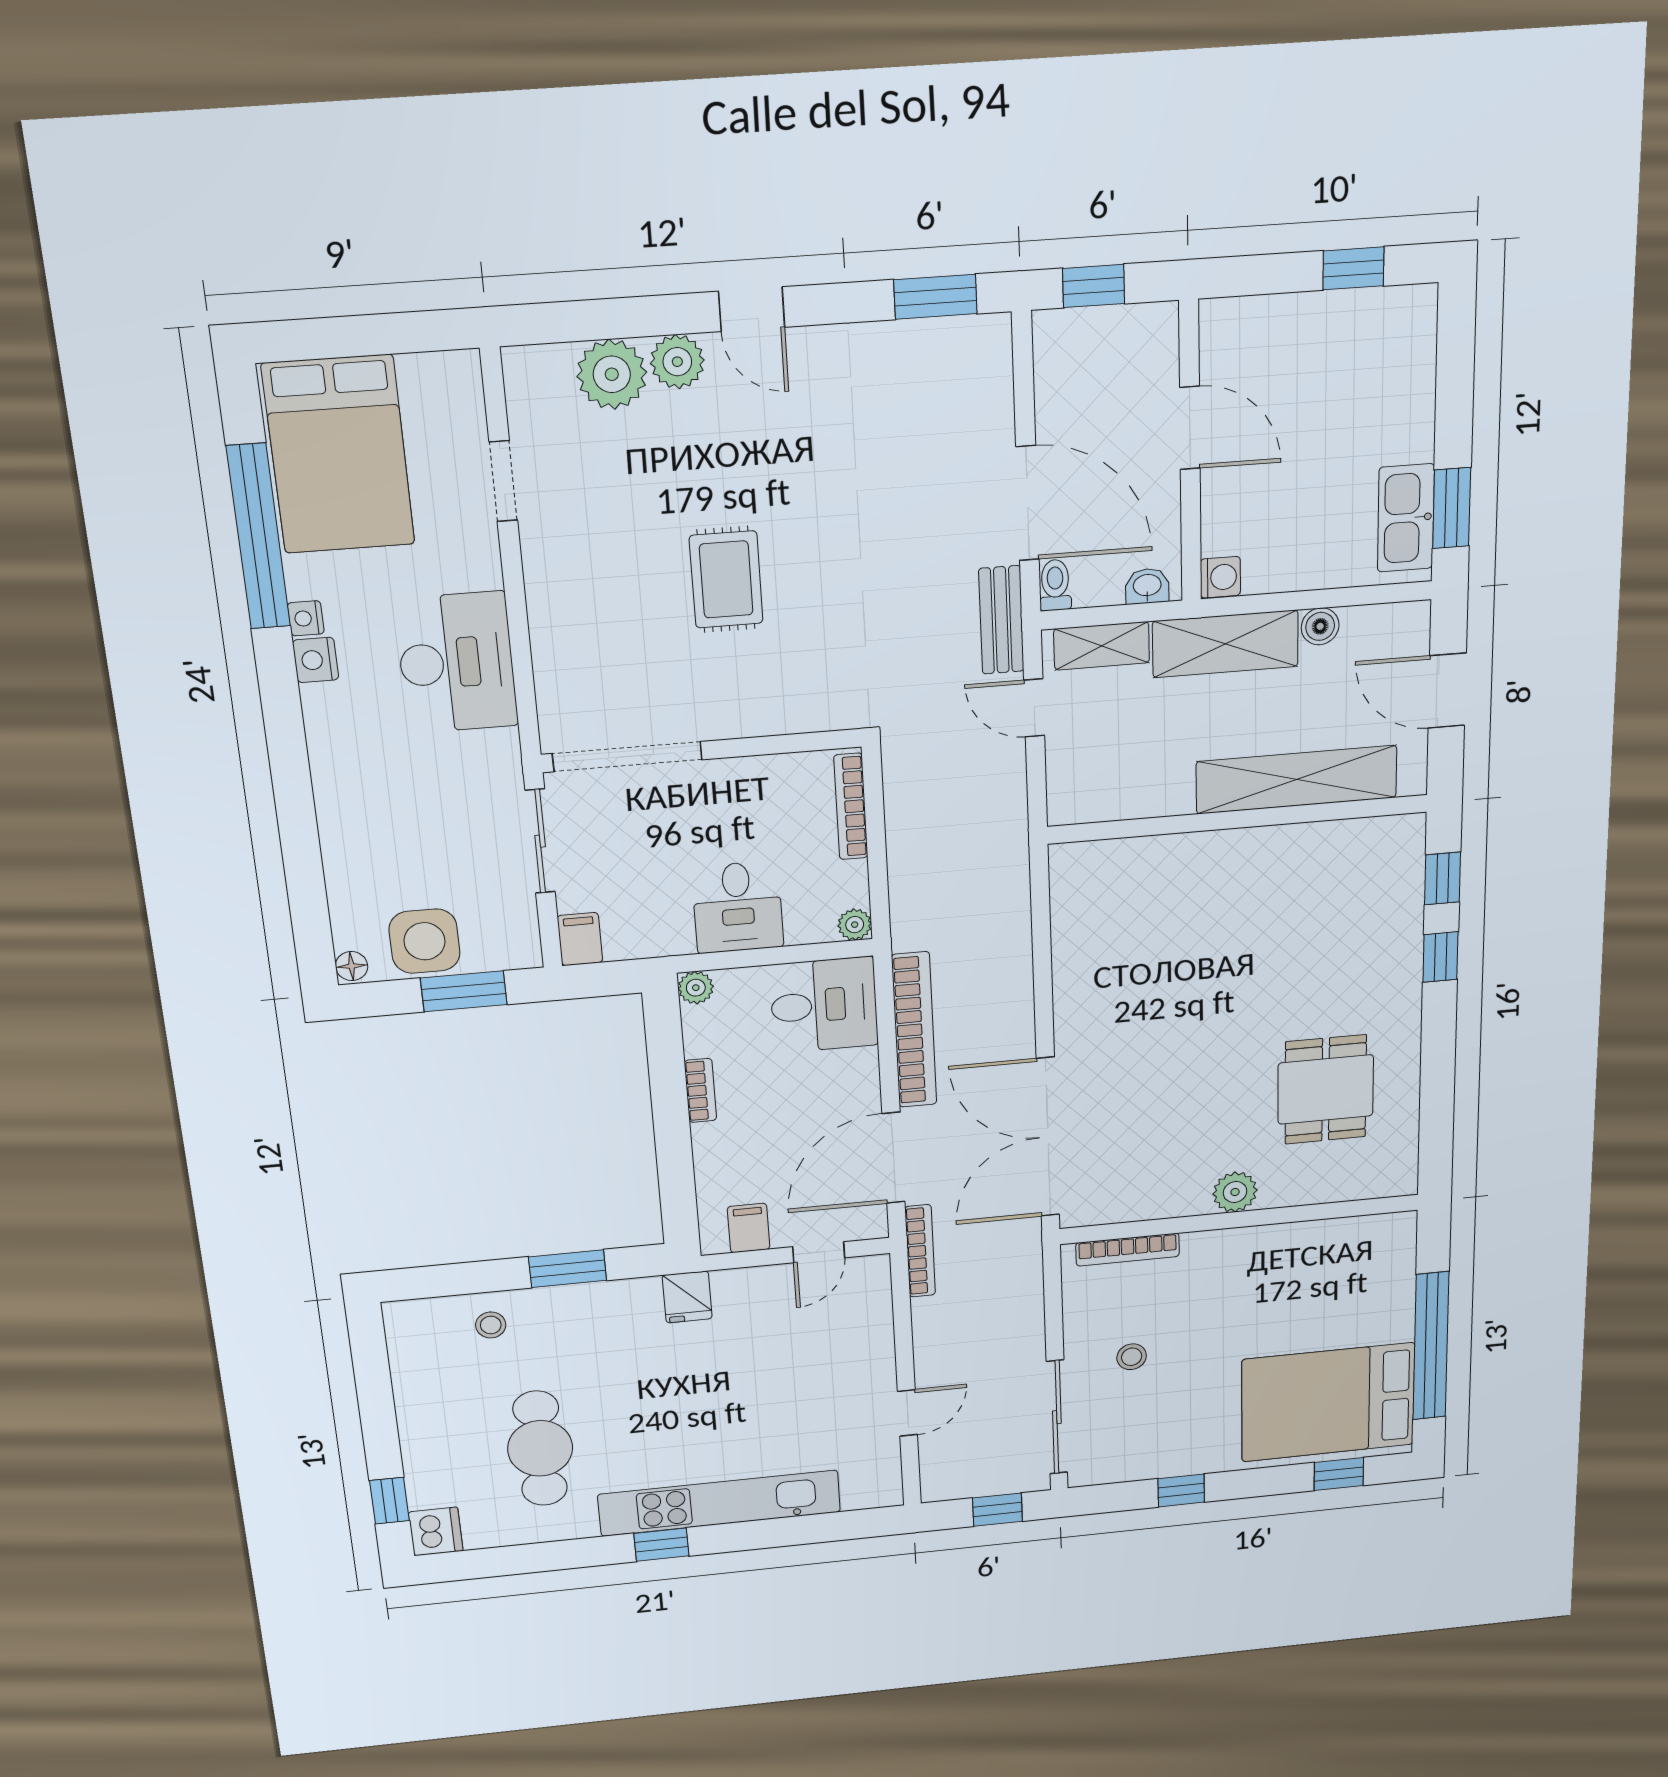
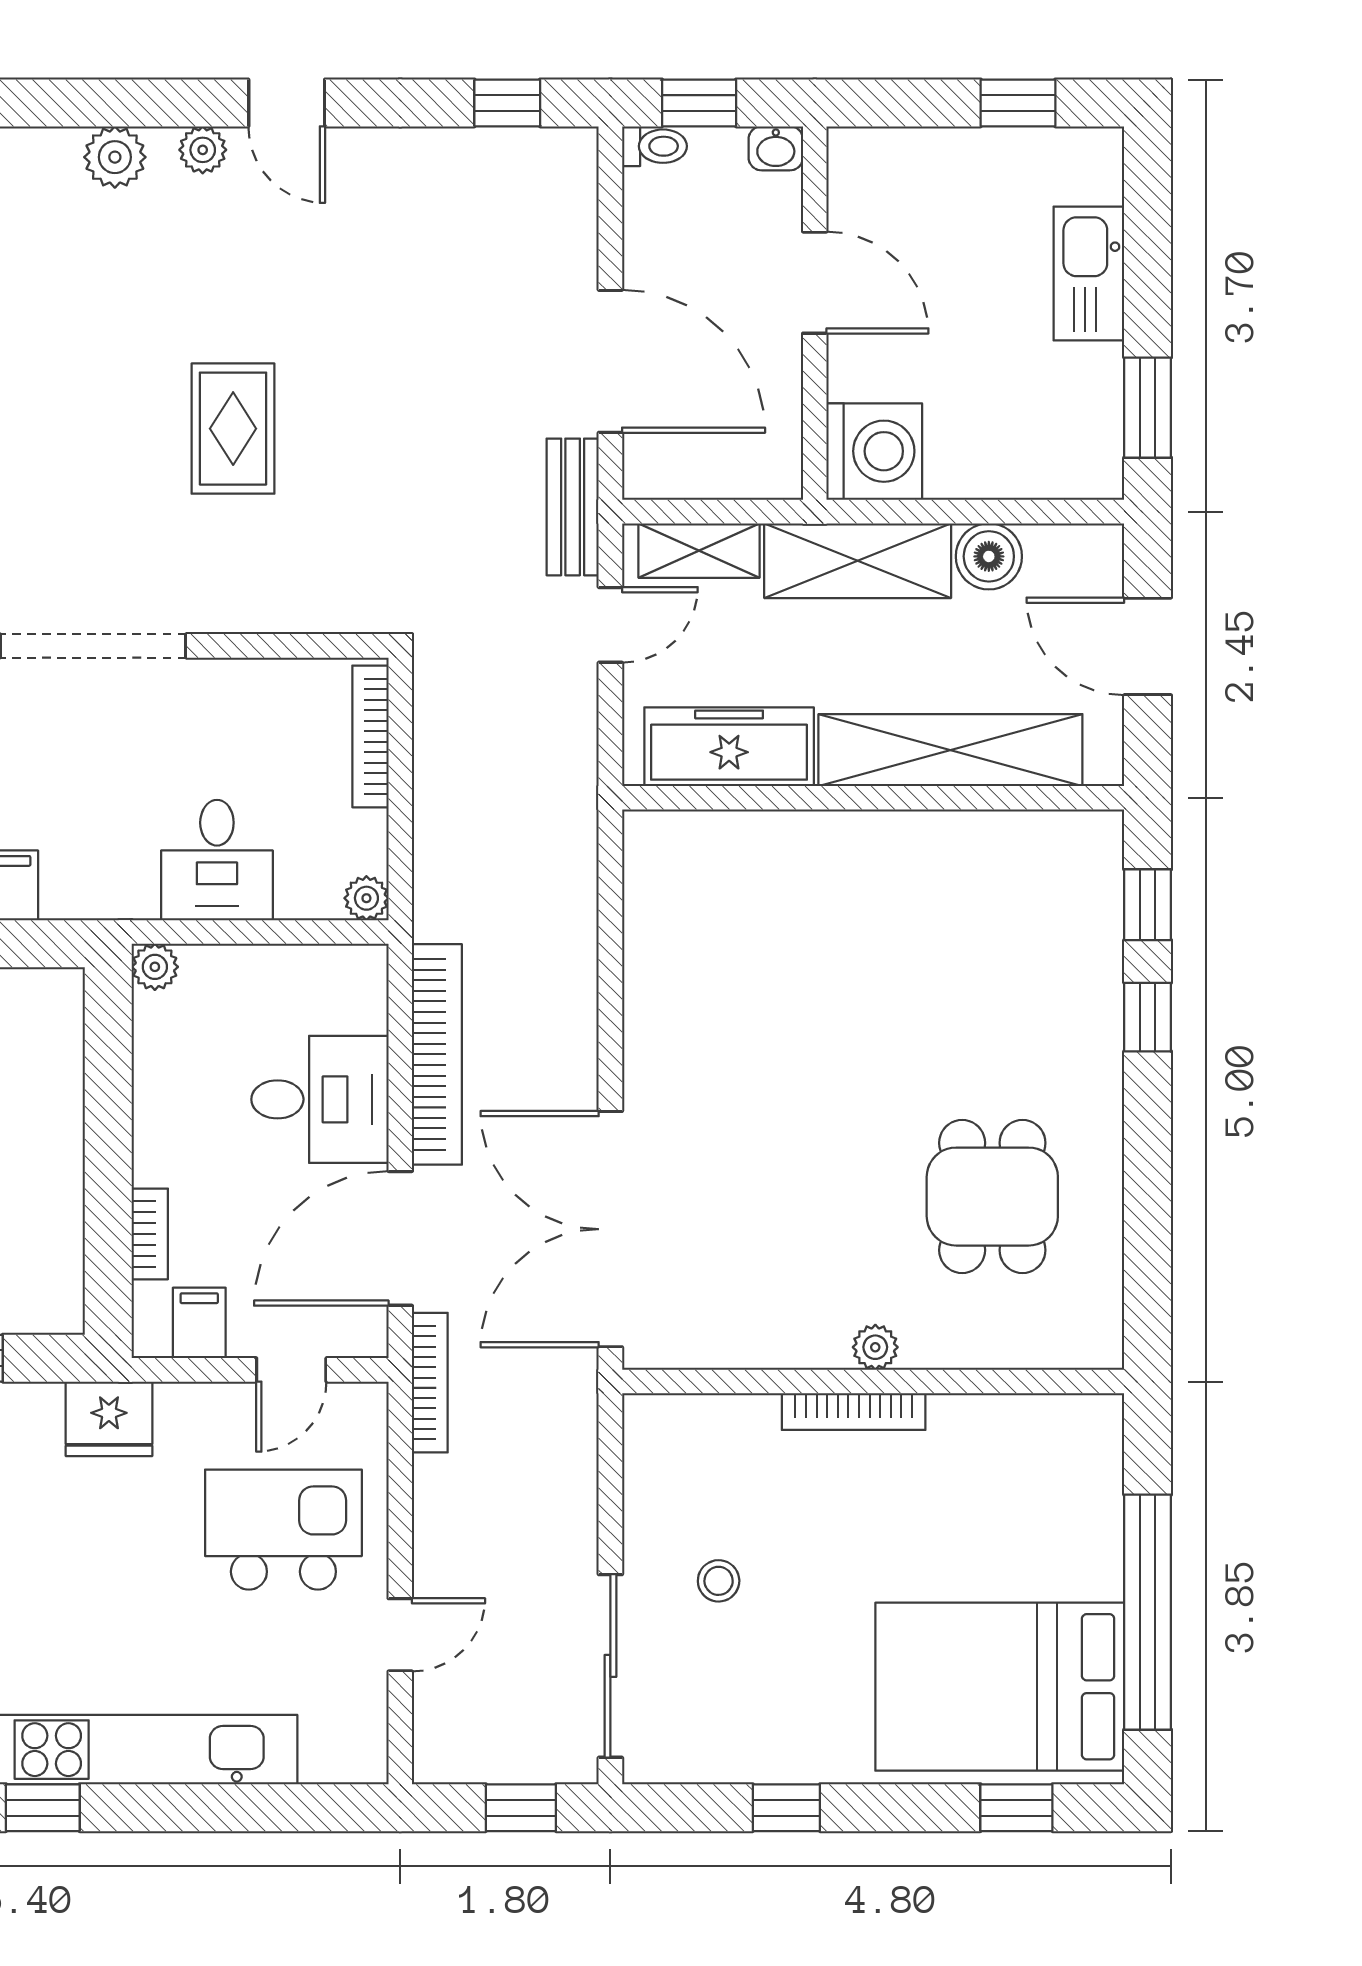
window: (935, 297) -> (507, 103), width x0.67
plant: (677, 362) -> (203, 150), width x0.73, depth x0.73
plant: (612, 374) -> (115, 157), width x0.73, depth x0.73
kitchen sink: (1406, 518) -> (1089, 273), moved
washing machine: (1220, 577) -> (874, 451), width x1.89, depth x1.89
toilet: (1055, 585) -> (654, 146), moved, turned 90
washbasin: (1147, 586) -> (776, 148), moved, turned 180
boiler: (1320, 626) -> (989, 556), width x1.36, depth x1.36
door: (1034, 708) -> (610, 625), swing flipped
freezer: (1128, 791) -> (729, 747), added
desk: (824, 1005) -> (320, 1099), moved
bookcase: (700, 1091) -> (150, 1234), moved
plant: (1235, 1192) -> (875, 1347), width x0.73, depth x0.73
bookcase: (1128, 1250) -> (854, 1412), moved
fridge: (687, 1297) -> (109, 1419), width x1.38
kitchen island: (820, 1356) -> (283, 1530), added

